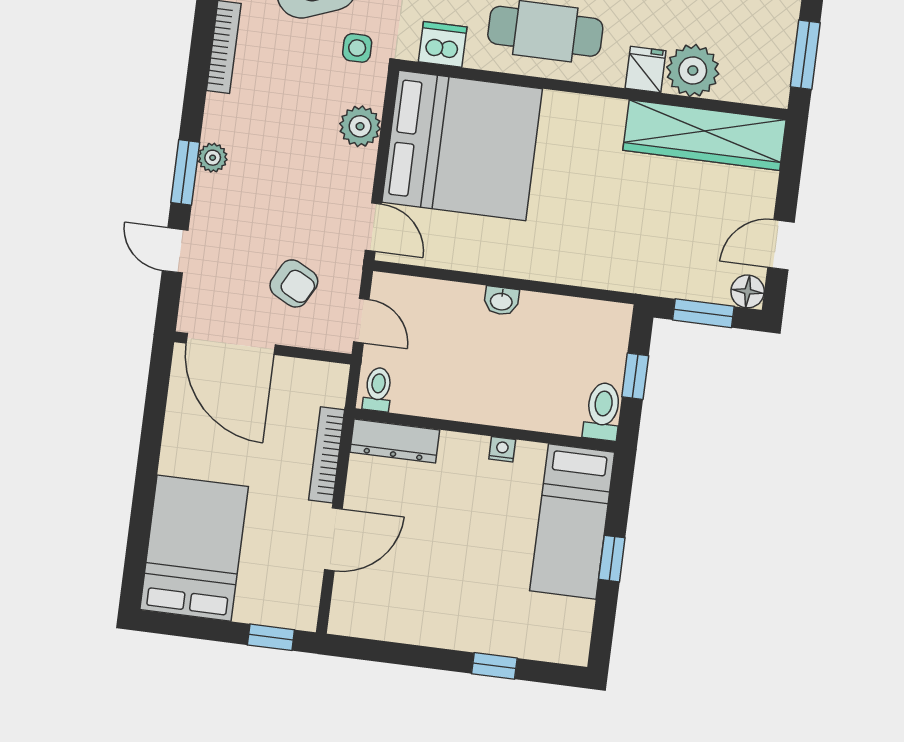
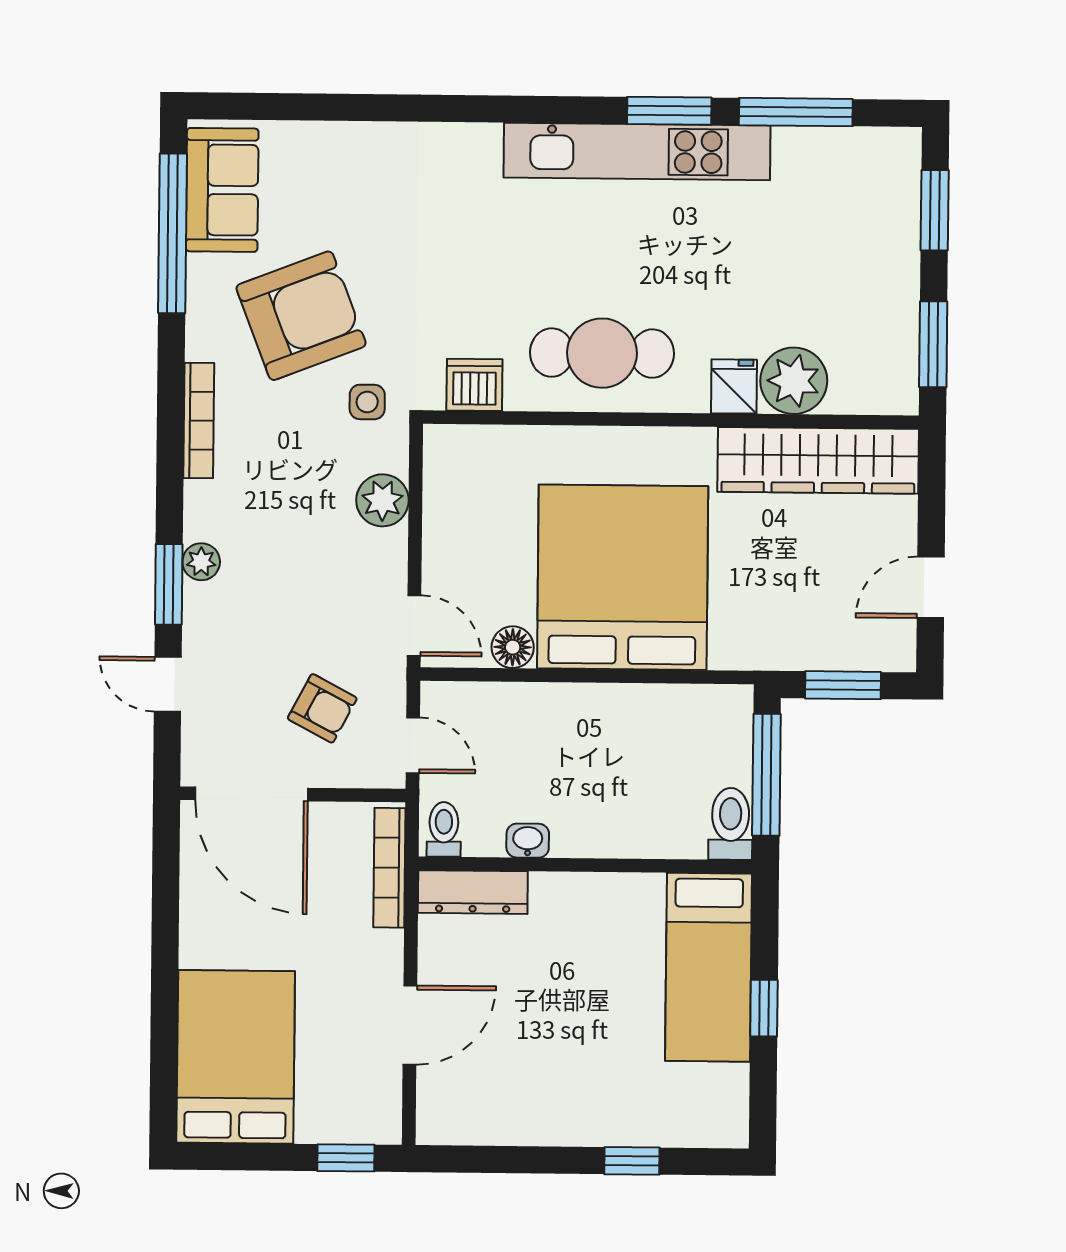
bed: (462, 145) -> (623, 577), moved, turned -90
floor lamp: (748, 291) -> (513, 647), moved
washbasin: (501, 301) -> (528, 841), moved, turned 180
window: (635, 376) -> (766, 775), width x2.17
nightstand: (502, 449) -> (609, 887), removed
bookcase: (327, 455) -> (389, 868), moved

